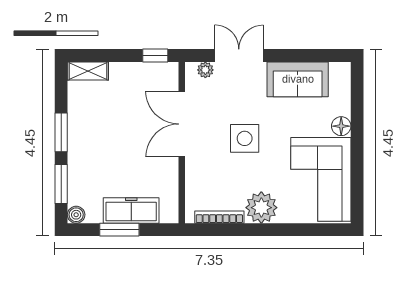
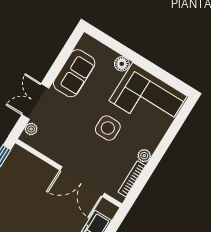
double door: (182, 124) -> (82, 182), moved
side table: (245, 138) -> (108, 128), moved
plant: (261, 208) -> (144, 156), width x0.53, depth x0.53

